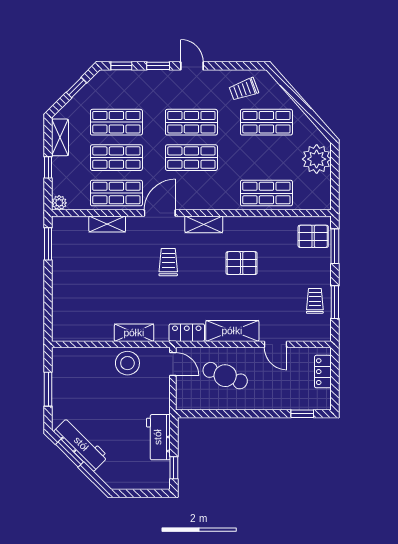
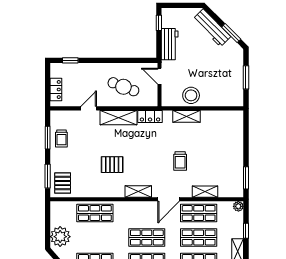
pallet: (313, 236) -> (63, 183), turned 90
trolley: (168, 262) -> (180, 161), moved
door: (275, 344) -> (89, 108), hinge flipped
door: (173, 364) -> (160, 76), moved
workbench: (81, 444) -> (212, 28), moved

